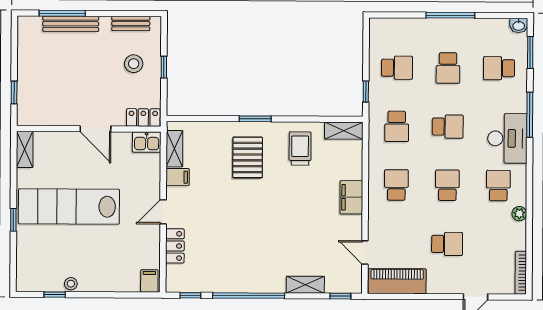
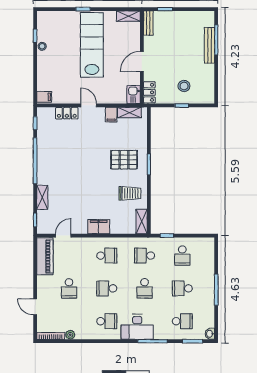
bench: (131, 24) -> (148, 23), moved
school desk: (499, 68) -> (182, 321), turned 90
school desk: (447, 185) -> (107, 288), turned 180
plant: (519, 214) -> (70, 335), moved

